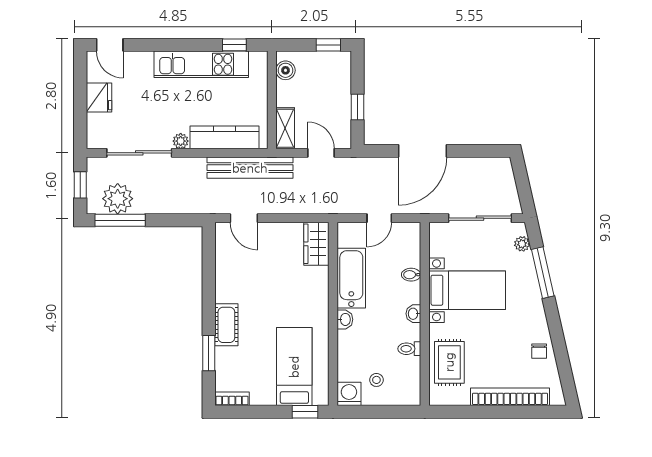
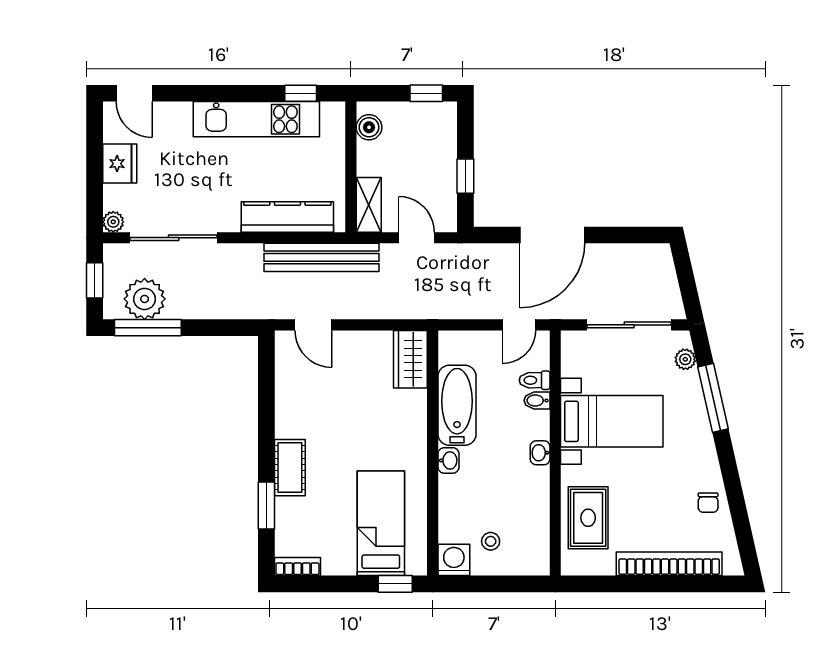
plant: (181, 141) -> (113, 222), moved
door: (379, 218) -> (519, 325), moved
toilet: (409, 349) -> (535, 380), moved

